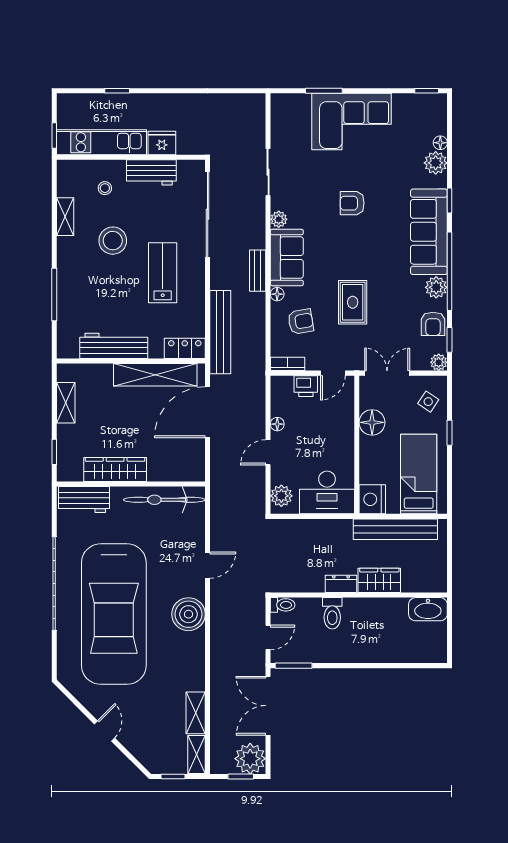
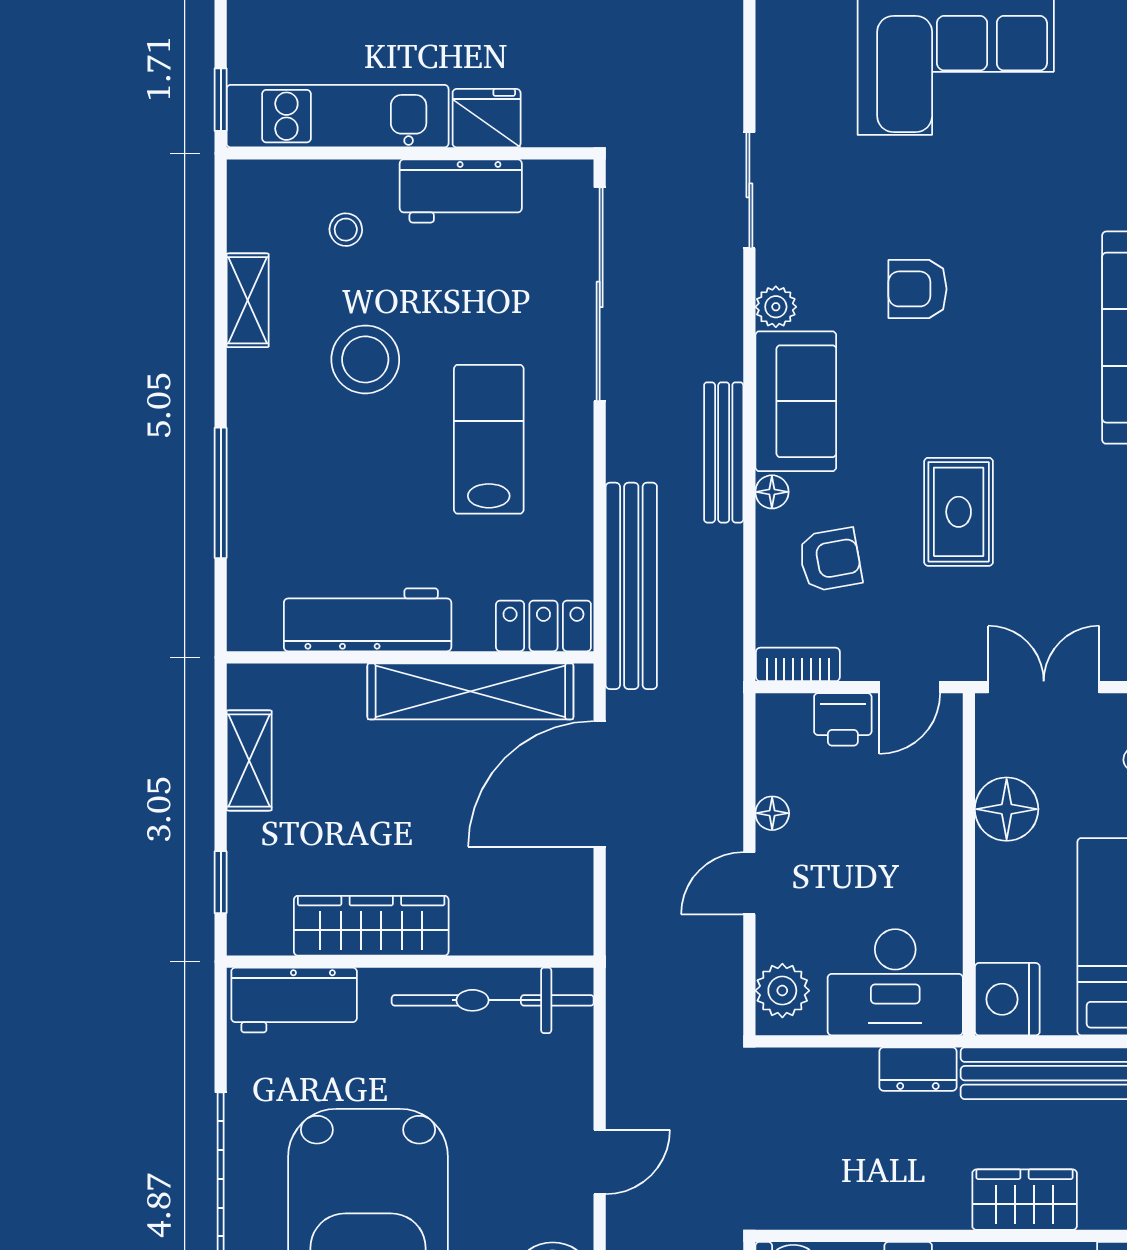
armchair: (352, 203) -> (918, 289), moved
bench: (258, 271) -> (724, 452), width x1.36
dresser: (341, 584) -> (918, 1069), moved, turned 180

